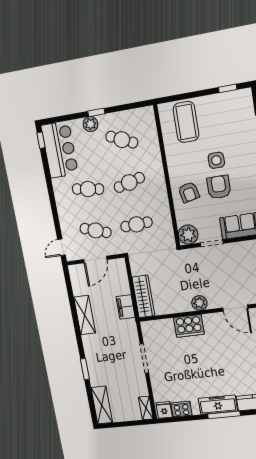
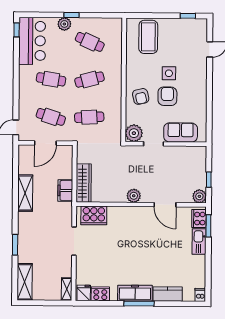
cooker: (189, 326) -> (94, 215), moved

